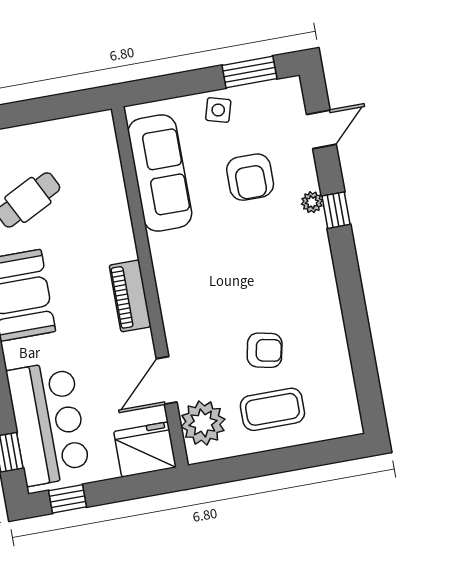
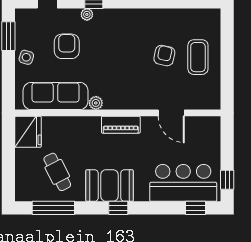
armchair: (250, 177) -> (67, 46), turned -90
plant: (203, 423) -> (96, 103), moved, width x0.53, depth x0.53
fridge: (145, 450) -> (28, 132), moved, turned 180

